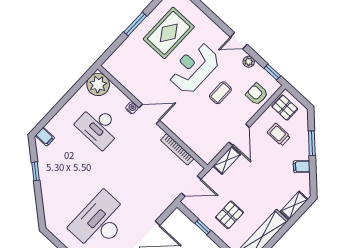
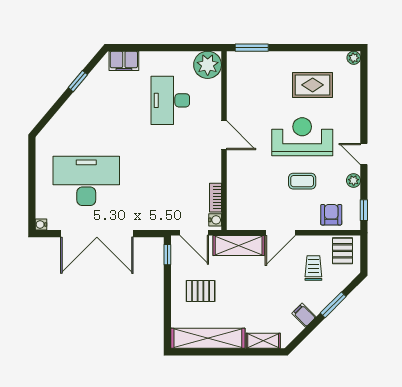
window: (135, 24) -> (252, 48), moved
rug: (169, 33) -> (313, 85), width x0.73, depth x0.70
water cooler: (132, 108) -> (215, 220), moved
filing cabinet: (45, 137) -> (124, 61), width x2.00
bookcase: (177, 149) -> (216, 198), width x0.64
shelving: (227, 160) -> (239, 246), width x1.50, depth x1.33
window: (203, 227) -> (167, 255), moved

